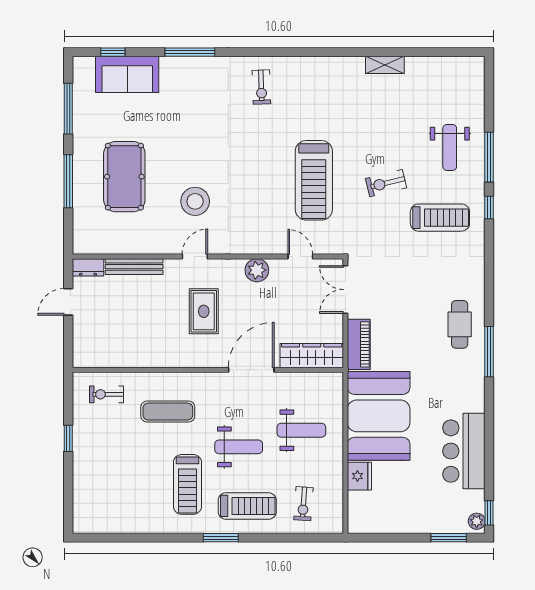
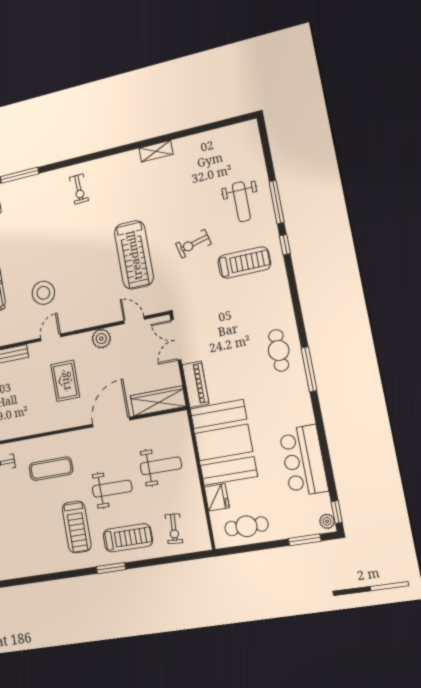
shelving: (385, 65) -> (156, 151), moved
cafe table: (387, 513) -> (246, 526), added

